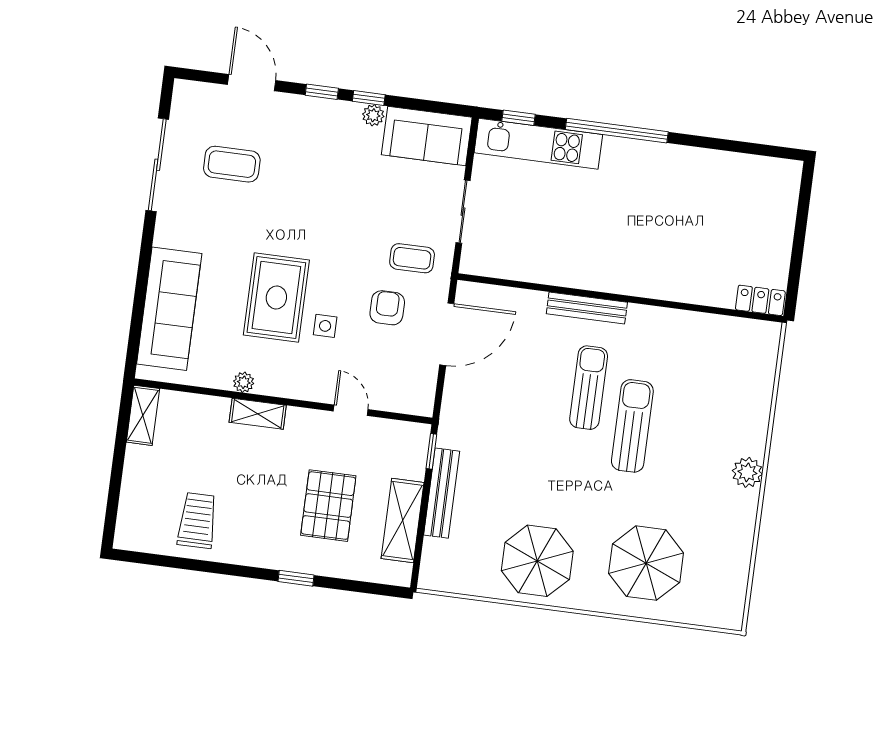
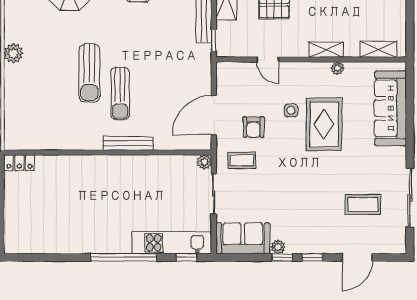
door: (252, 83) -> (357, 257), hinge flipped
plant: (471, 263) -> (204, 162), added
shelving: (143, 415) -> (379, 49), moved, turned 90

